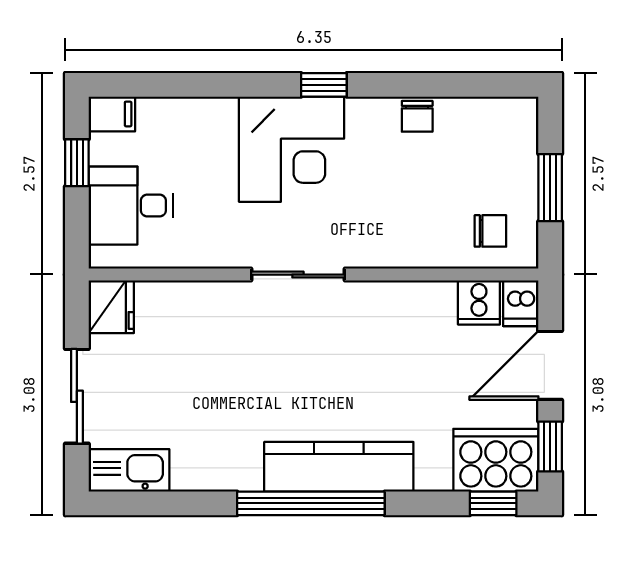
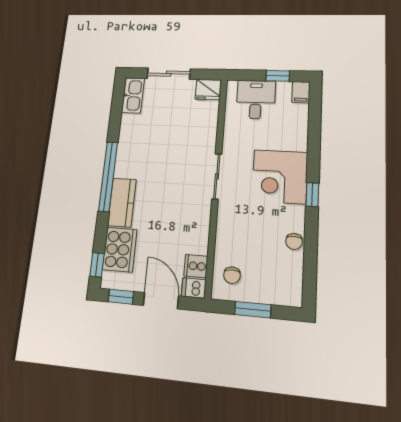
chair: (417, 116) -> (294, 242), turned -90
cooker: (496, 460) -> (120, 249), moved
kitchen counter: (339, 467) -> (122, 202), width x0.67

